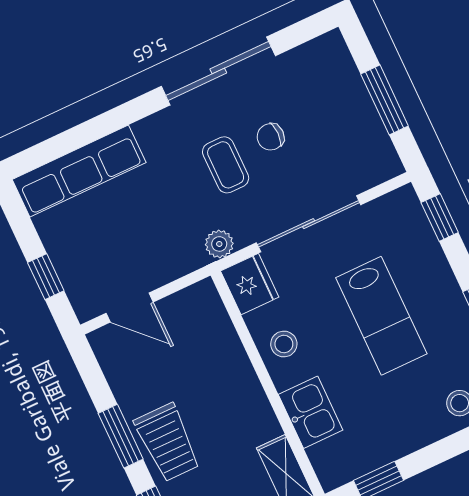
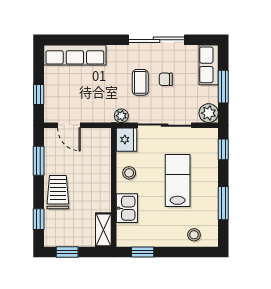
row of seats: (338, 72) -> (209, 65), added
plant: (380, 162) -> (209, 113), added
lab bench: (381, 316) -> (178, 180), turned 180
window: (121, 436) -> (39, 161), moved
trolley: (168, 442) -> (58, 192), turned 180

